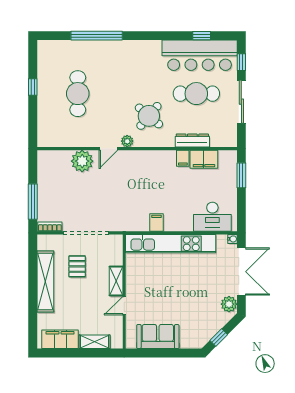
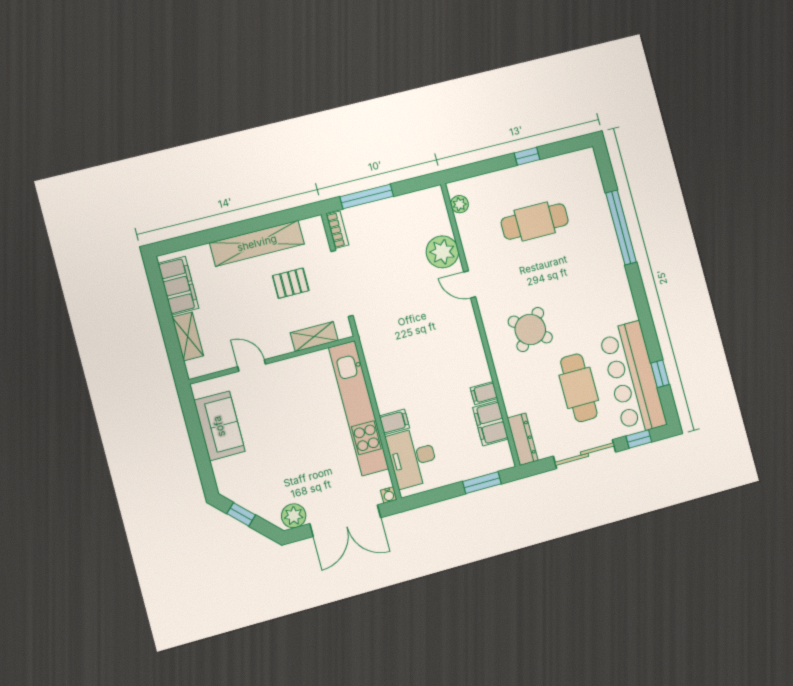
plant: (127, 141) -> (460, 204), moved
dresser: (192, 141) -> (523, 439), moved
filing cabinet: (157, 223) -> (394, 422), moved
shelving: (116, 281) -> (314, 337), moved

